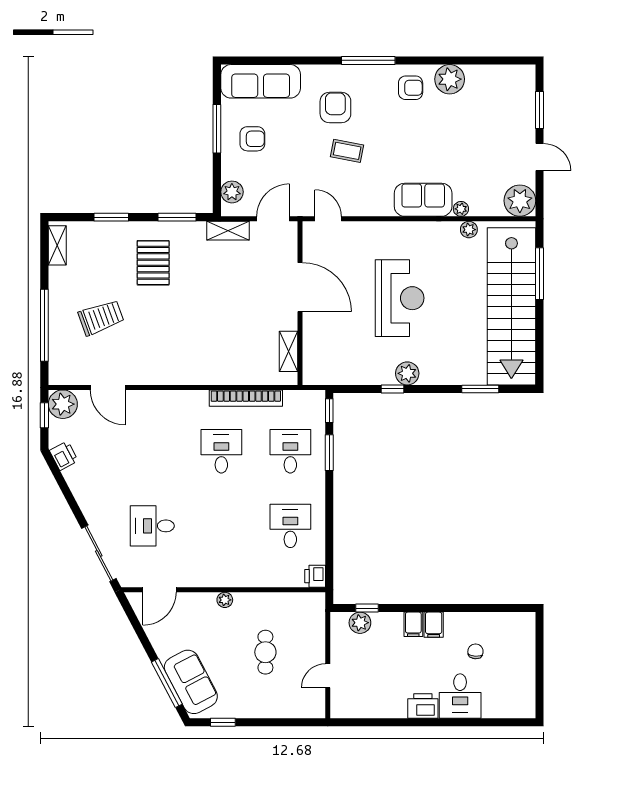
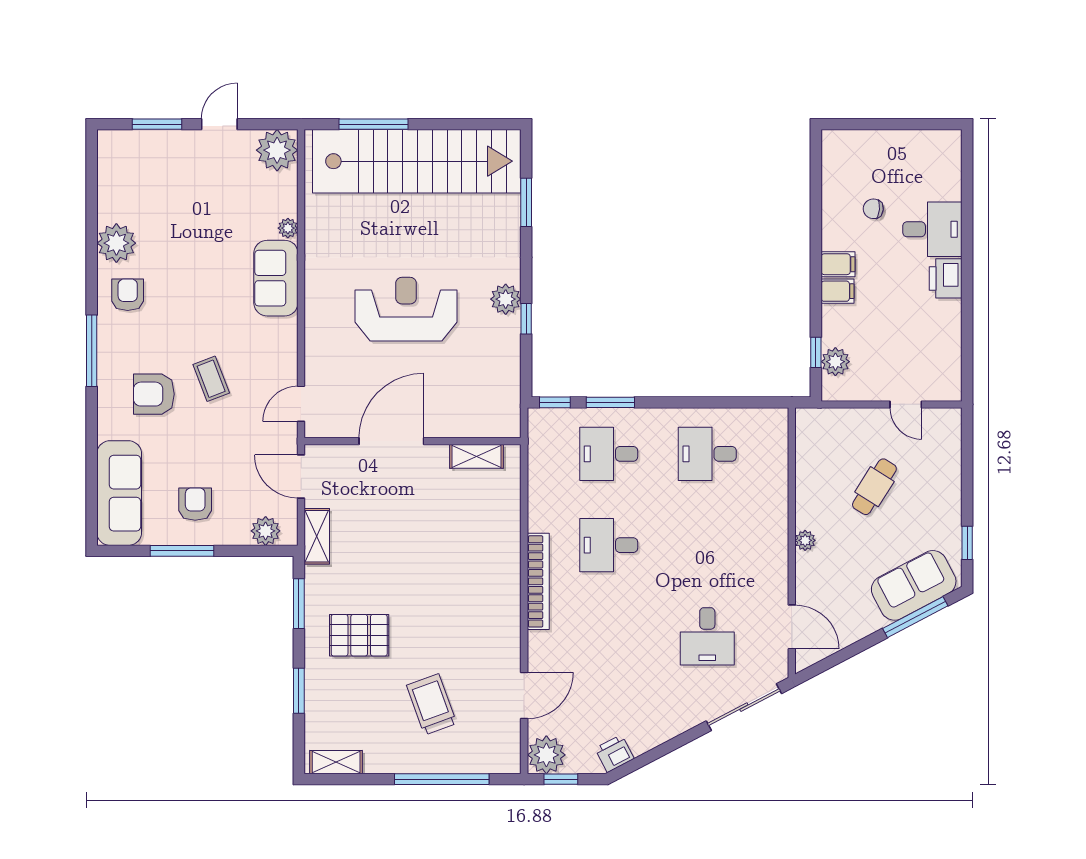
coffee table: (347, 151) -> (211, 379), turned -32
plant: (469, 230) -> (315, 218), removed
bookcase: (246, 398) -> (538, 581), moved
printer: (315, 576) -> (774, 421), removed
cafe table: (265, 652) -> (874, 487), turned -58

